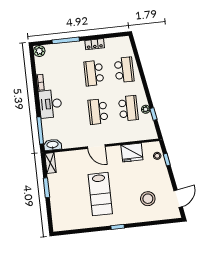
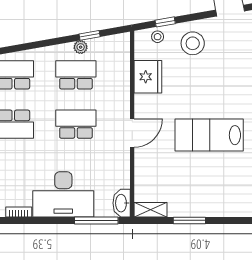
desk: (50, 104) -> (63, 194), width x1.36, depth x1.30
school desk: (98, 112) -> (76, 124), turned 180
lab bench: (100, 194) -> (209, 135), turned 180
stool: (148, 199) -> (193, 43), moved

